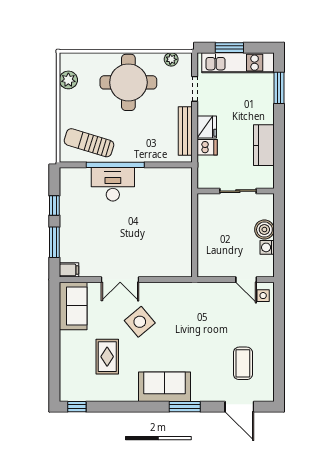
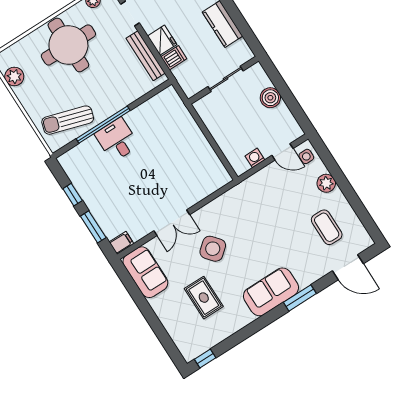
desk: (113, 184) -> (117, 140), width x0.73
washing machine: (267, 247) -> (255, 158), moved, turned 90
plant: (265, 328) -> (326, 183), added

